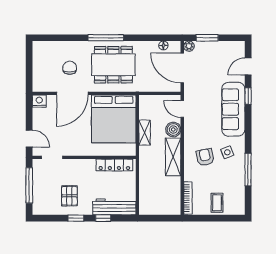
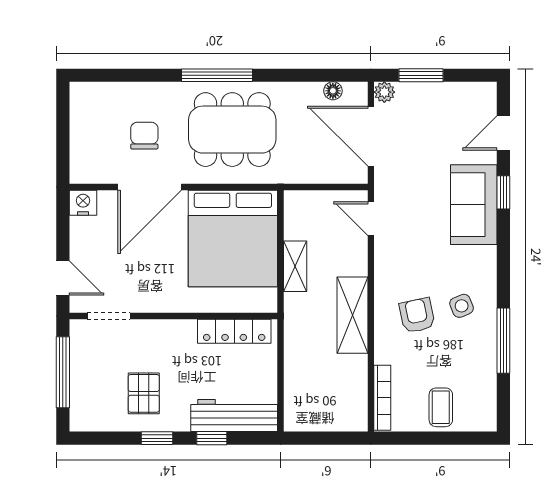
sofa: (233, 109) -> (474, 205), width x0.73
boiler: (173, 130) -> (353, 260), removed

